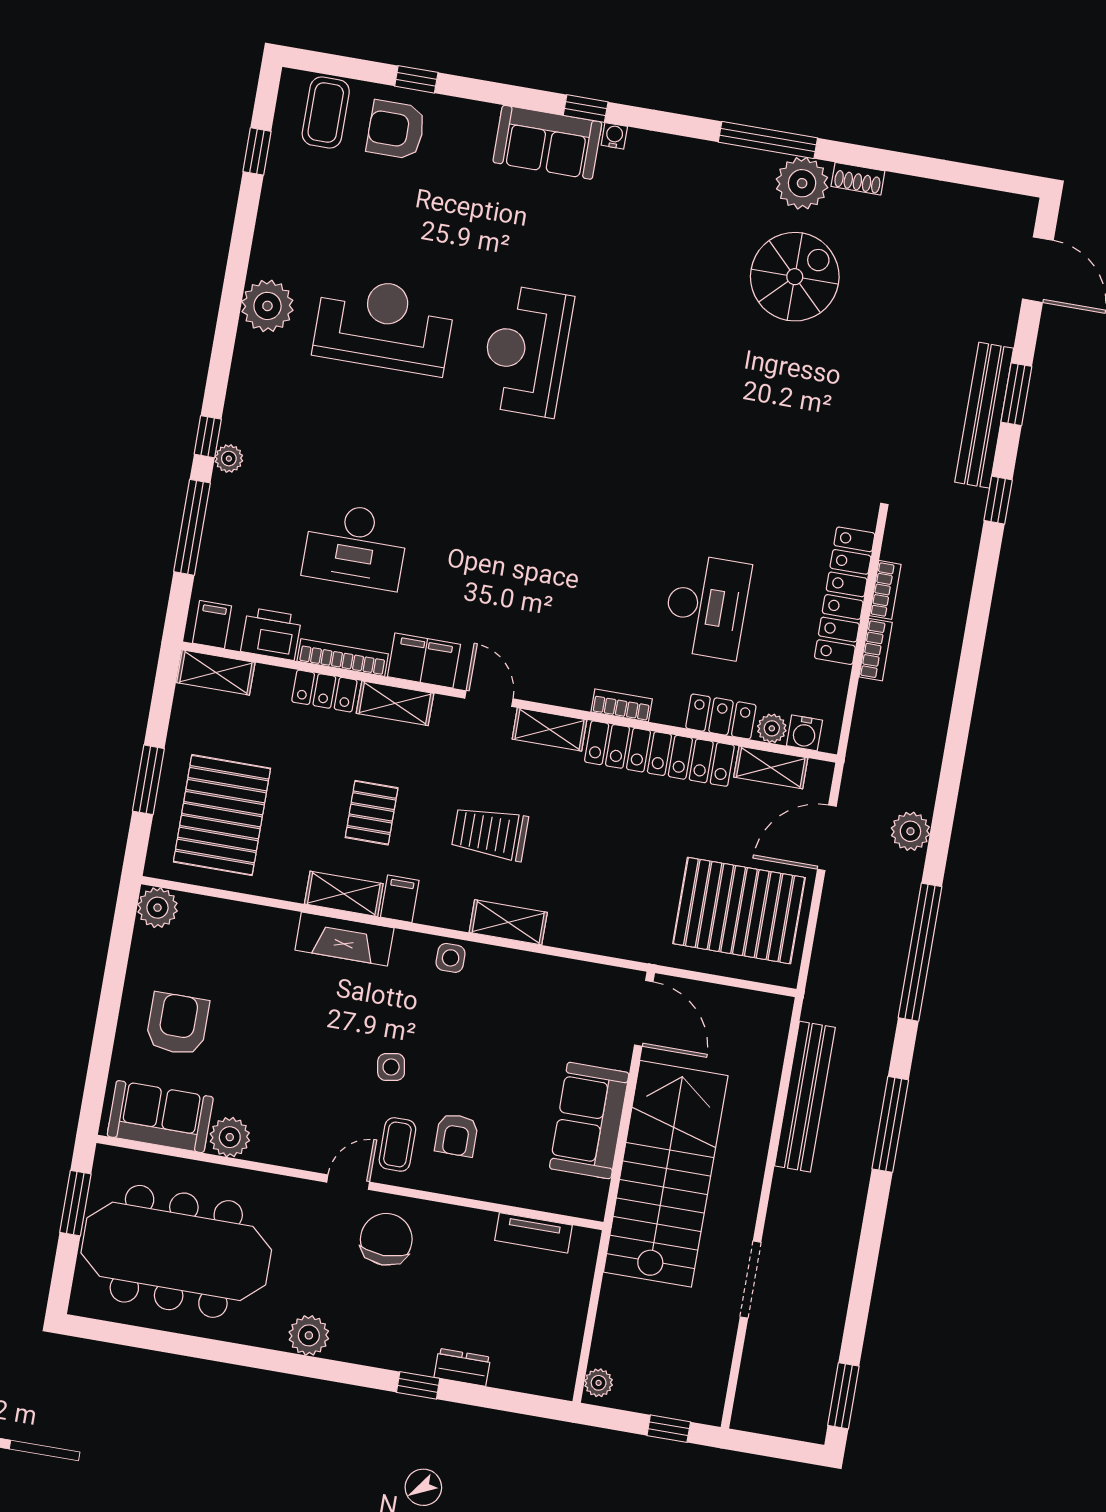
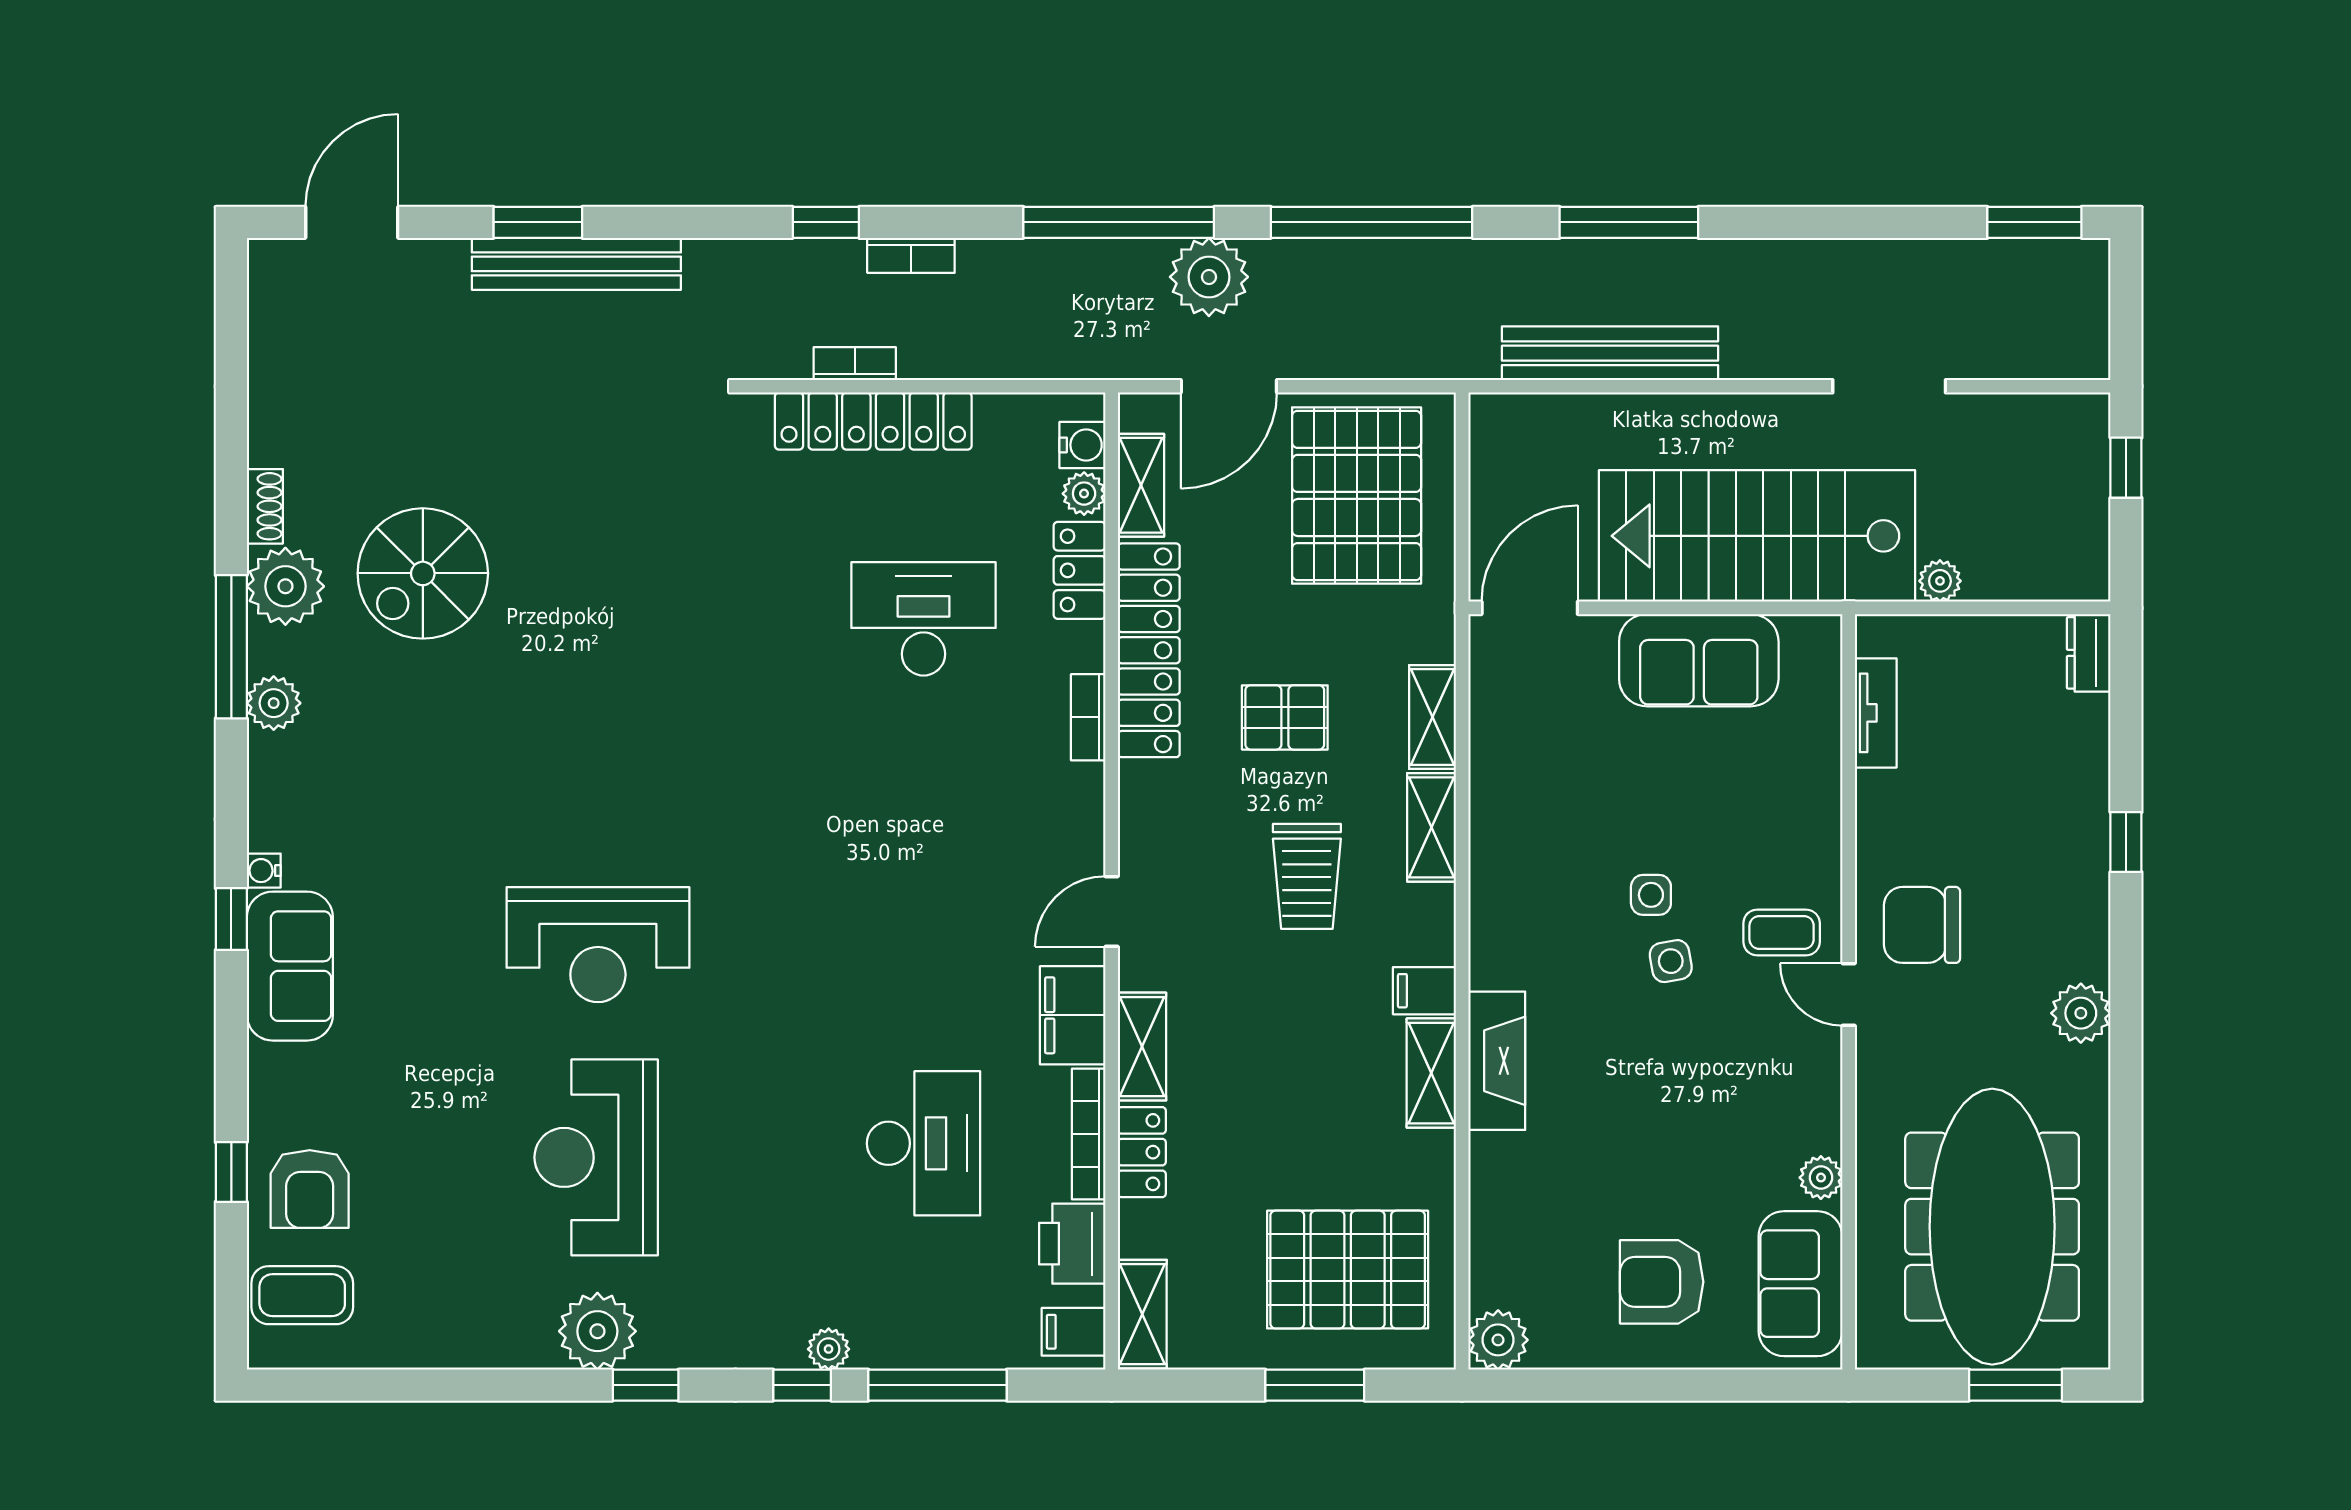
window: (257, 151) -> (646, 1385), moved
plant: (725, 162) -> (274, 703), added
spiral stairs: (795, 277) -> (423, 573), turned -90
window: (998, 500) -> (826, 222), moved
bookcase: (876, 650) -> (911, 255), moved, turned 180
shelving: (550, 729) -> (1433, 717), moved
window: (949, 783) -> (1119, 222), added
pallet: (372, 813) -> (1285, 717), moved
plant: (910, 831) -> (1209, 277), width x1.36, depth x1.36
door: (827, 838) -> (1229, 386), hinge flipped
side table: (451, 958) -> (1651, 895), moved
armchair: (456, 1135) -> (1753, 849), removed
plant: (230, 1137) -> (1821, 1178), width x0.73, depth x0.73
window: (75, 1203) -> (2016, 1385), moved
dresser: (462, 1367) -> (2089, 653), moved
plant: (599, 1383) -> (1940, 581), moved

